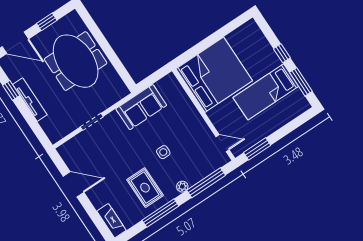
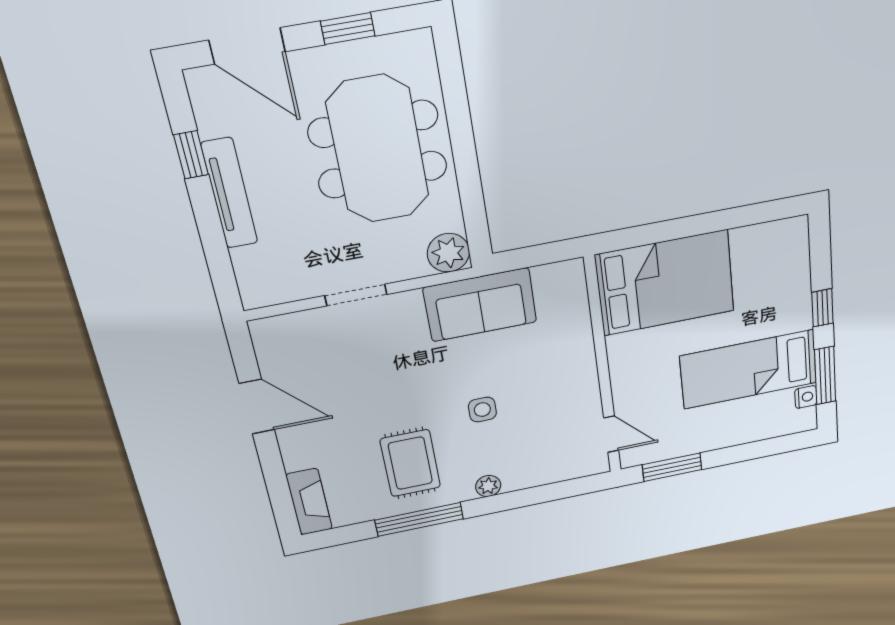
bed: (214, 75) -> (665, 283), width x0.73
plant: (119, 91) -> (448, 253), added
nightstand: (298, 95) -> (806, 397), added
window: (206, 183) -> (540, 495), removed

